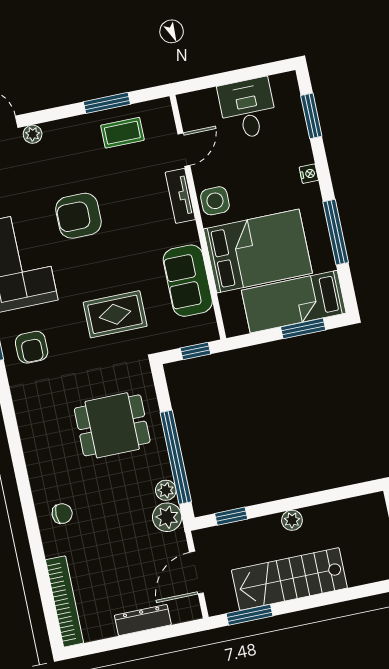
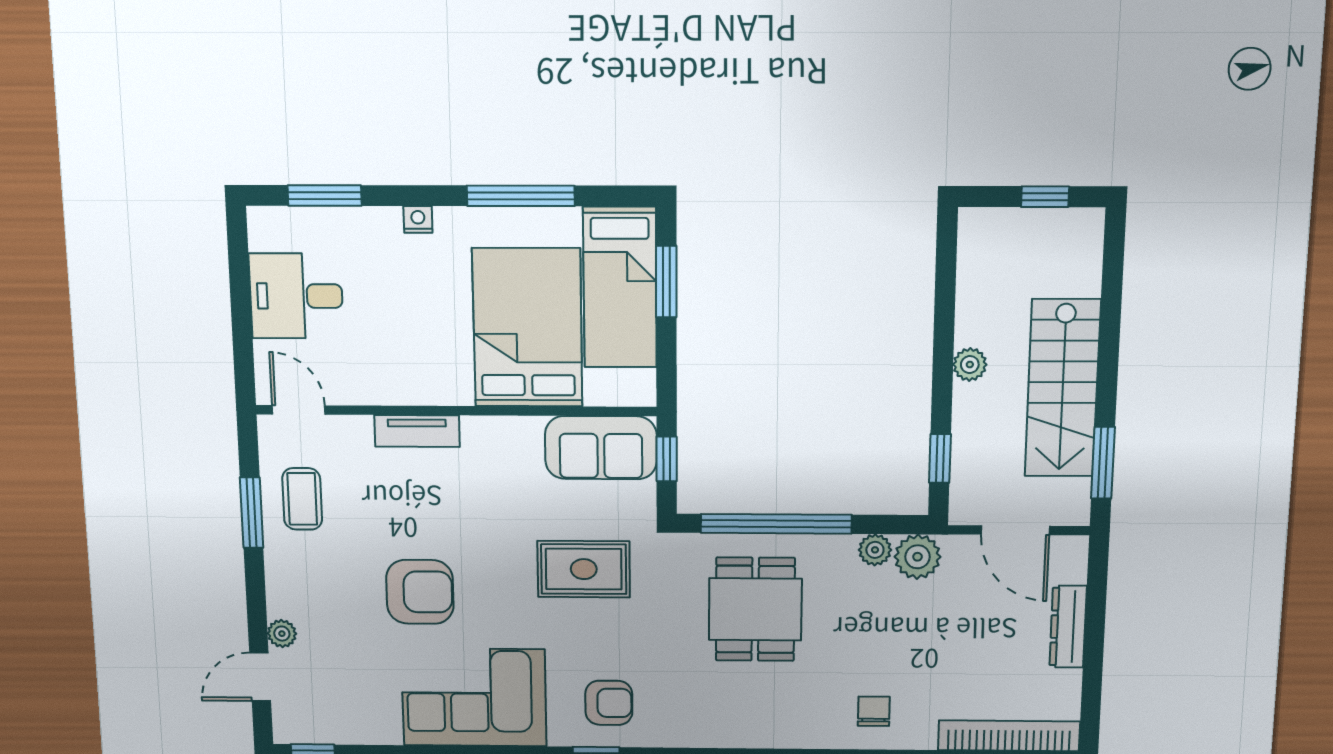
door: (184, 150) -> (299, 410), moved
side table: (215, 201) -> (435, 379), removed
armchair: (78, 216) -> (420, 592), turned -90
sofa: (188, 281) -> (601, 448), moved
rug: (115, 314) -> (584, 569), turned 90
window: (176, 457) -> (776, 524), moved

